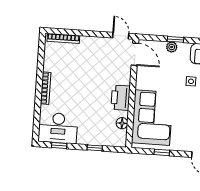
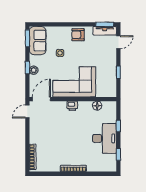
printer: (121, 98) -> (72, 106), width x0.53, depth x0.68
corner sofa: (152, 118) -> (74, 82), moved
desk: (58, 128) -> (104, 138), moved

